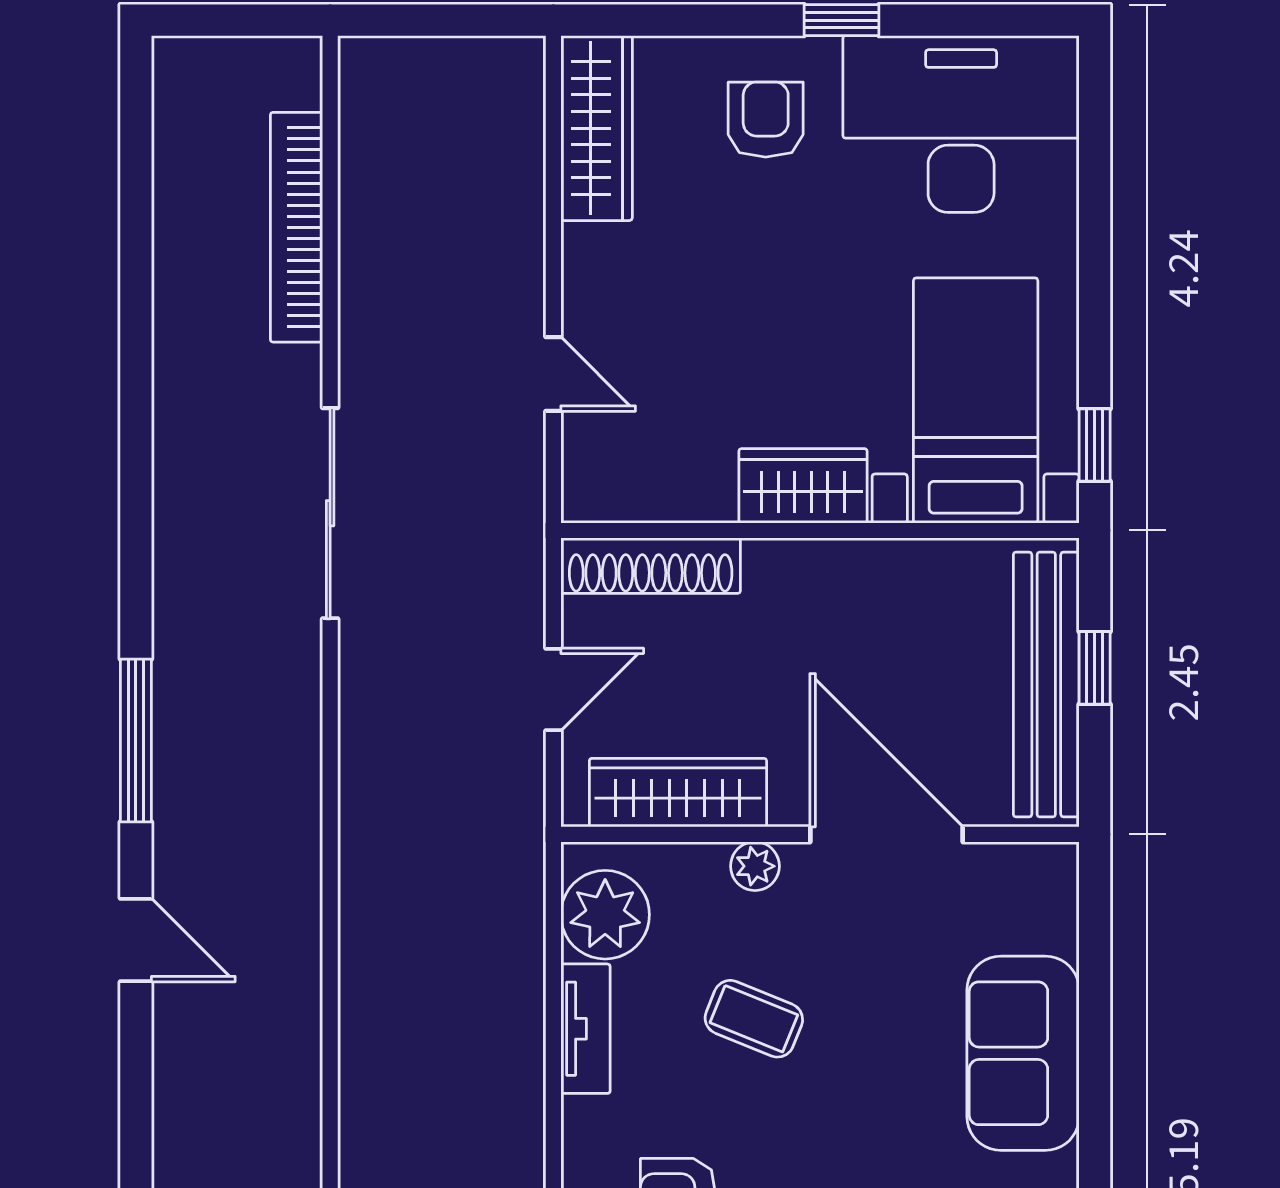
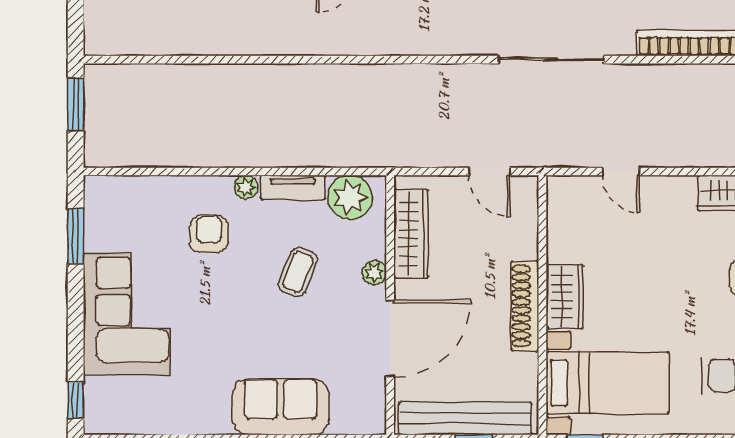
door: (553, 374) -> (621, 171), hinge flipped
shoe rack: (651, 566) -> (525, 306), moved
door: (553, 689) -> (489, 171), moved
plant: (584, 1122) -> (246, 187), added

